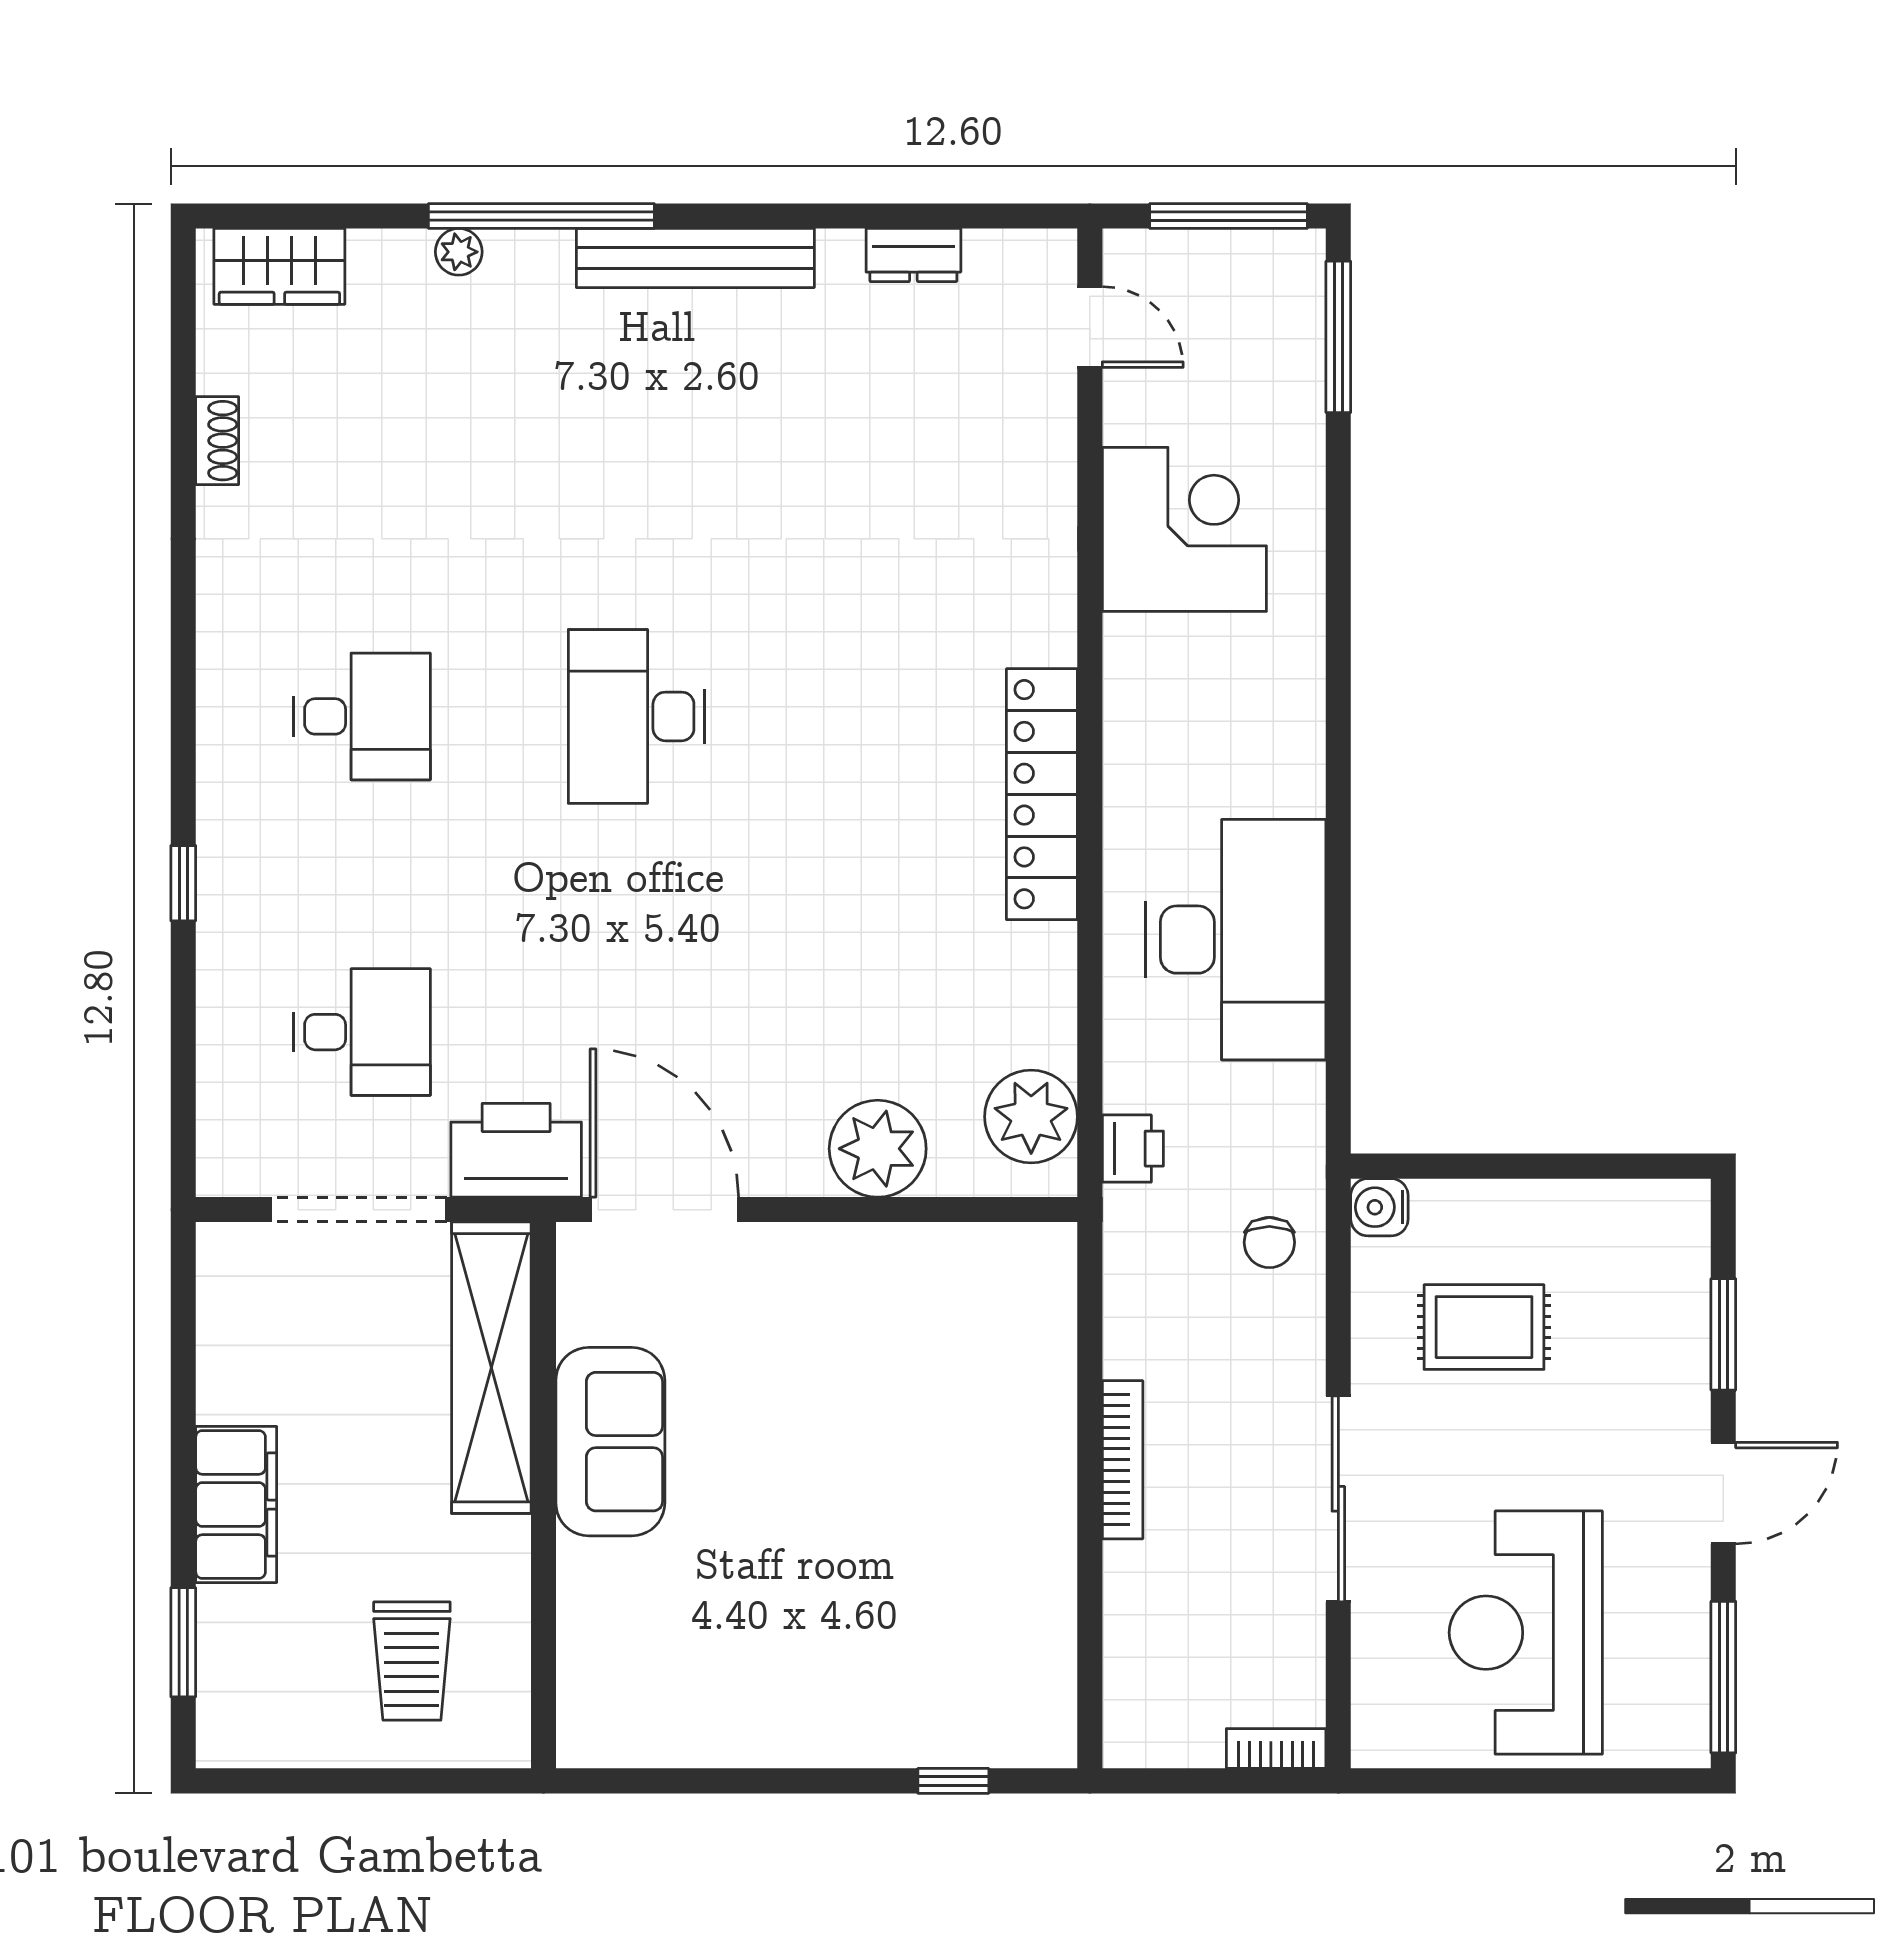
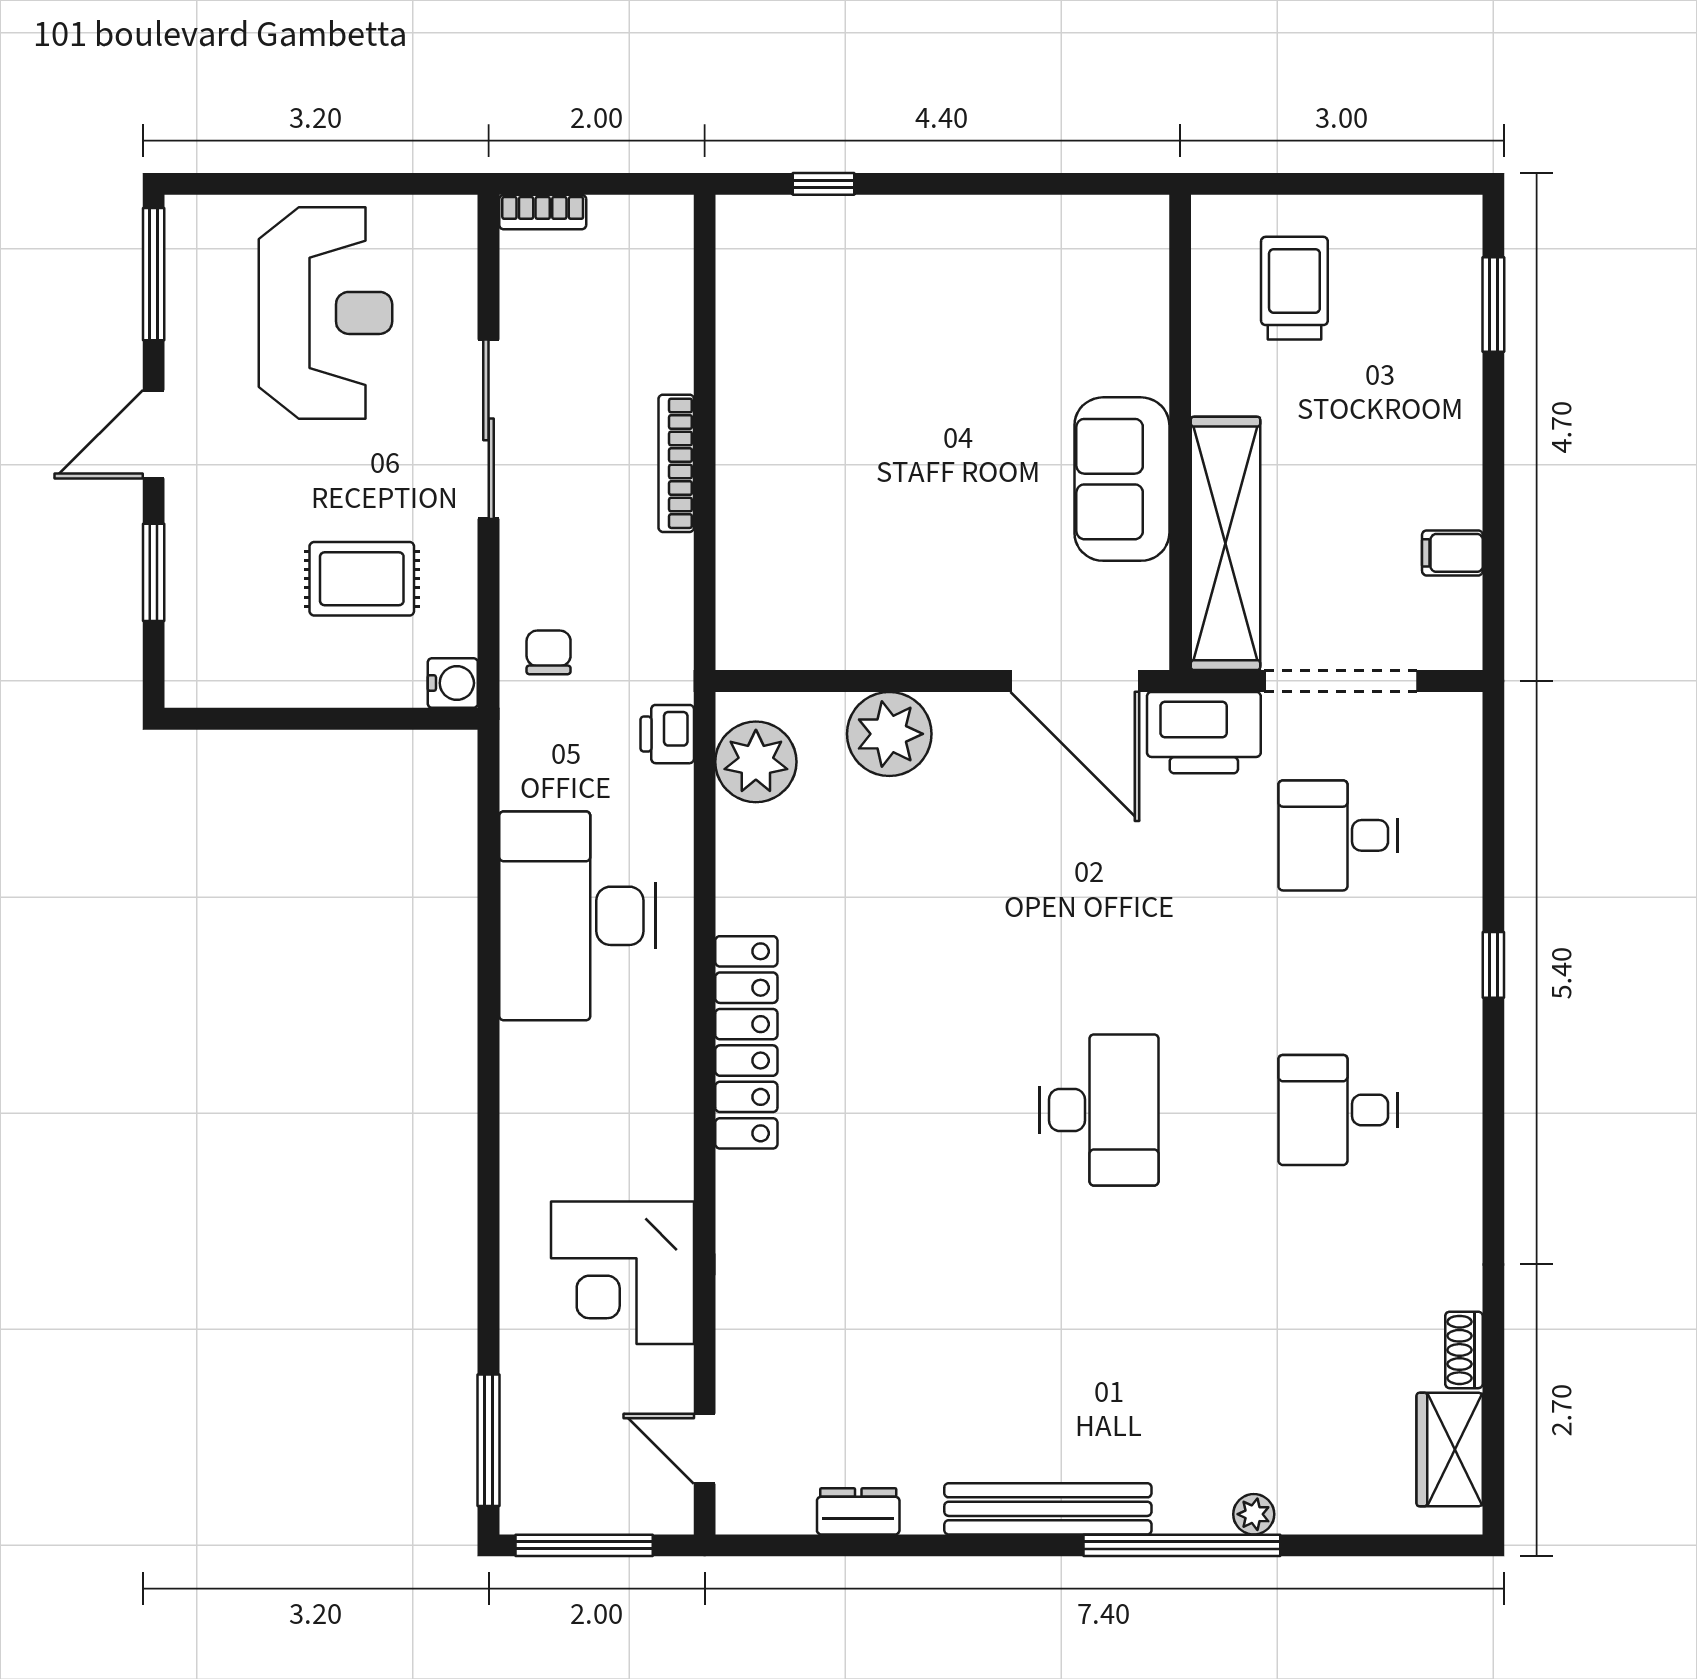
wardrobe: (279, 266) -> (1450, 1450), moved, turned -90
filing cabinet: (236, 1505) -> (1452, 553), moved, width x0.33, depth x0.86

